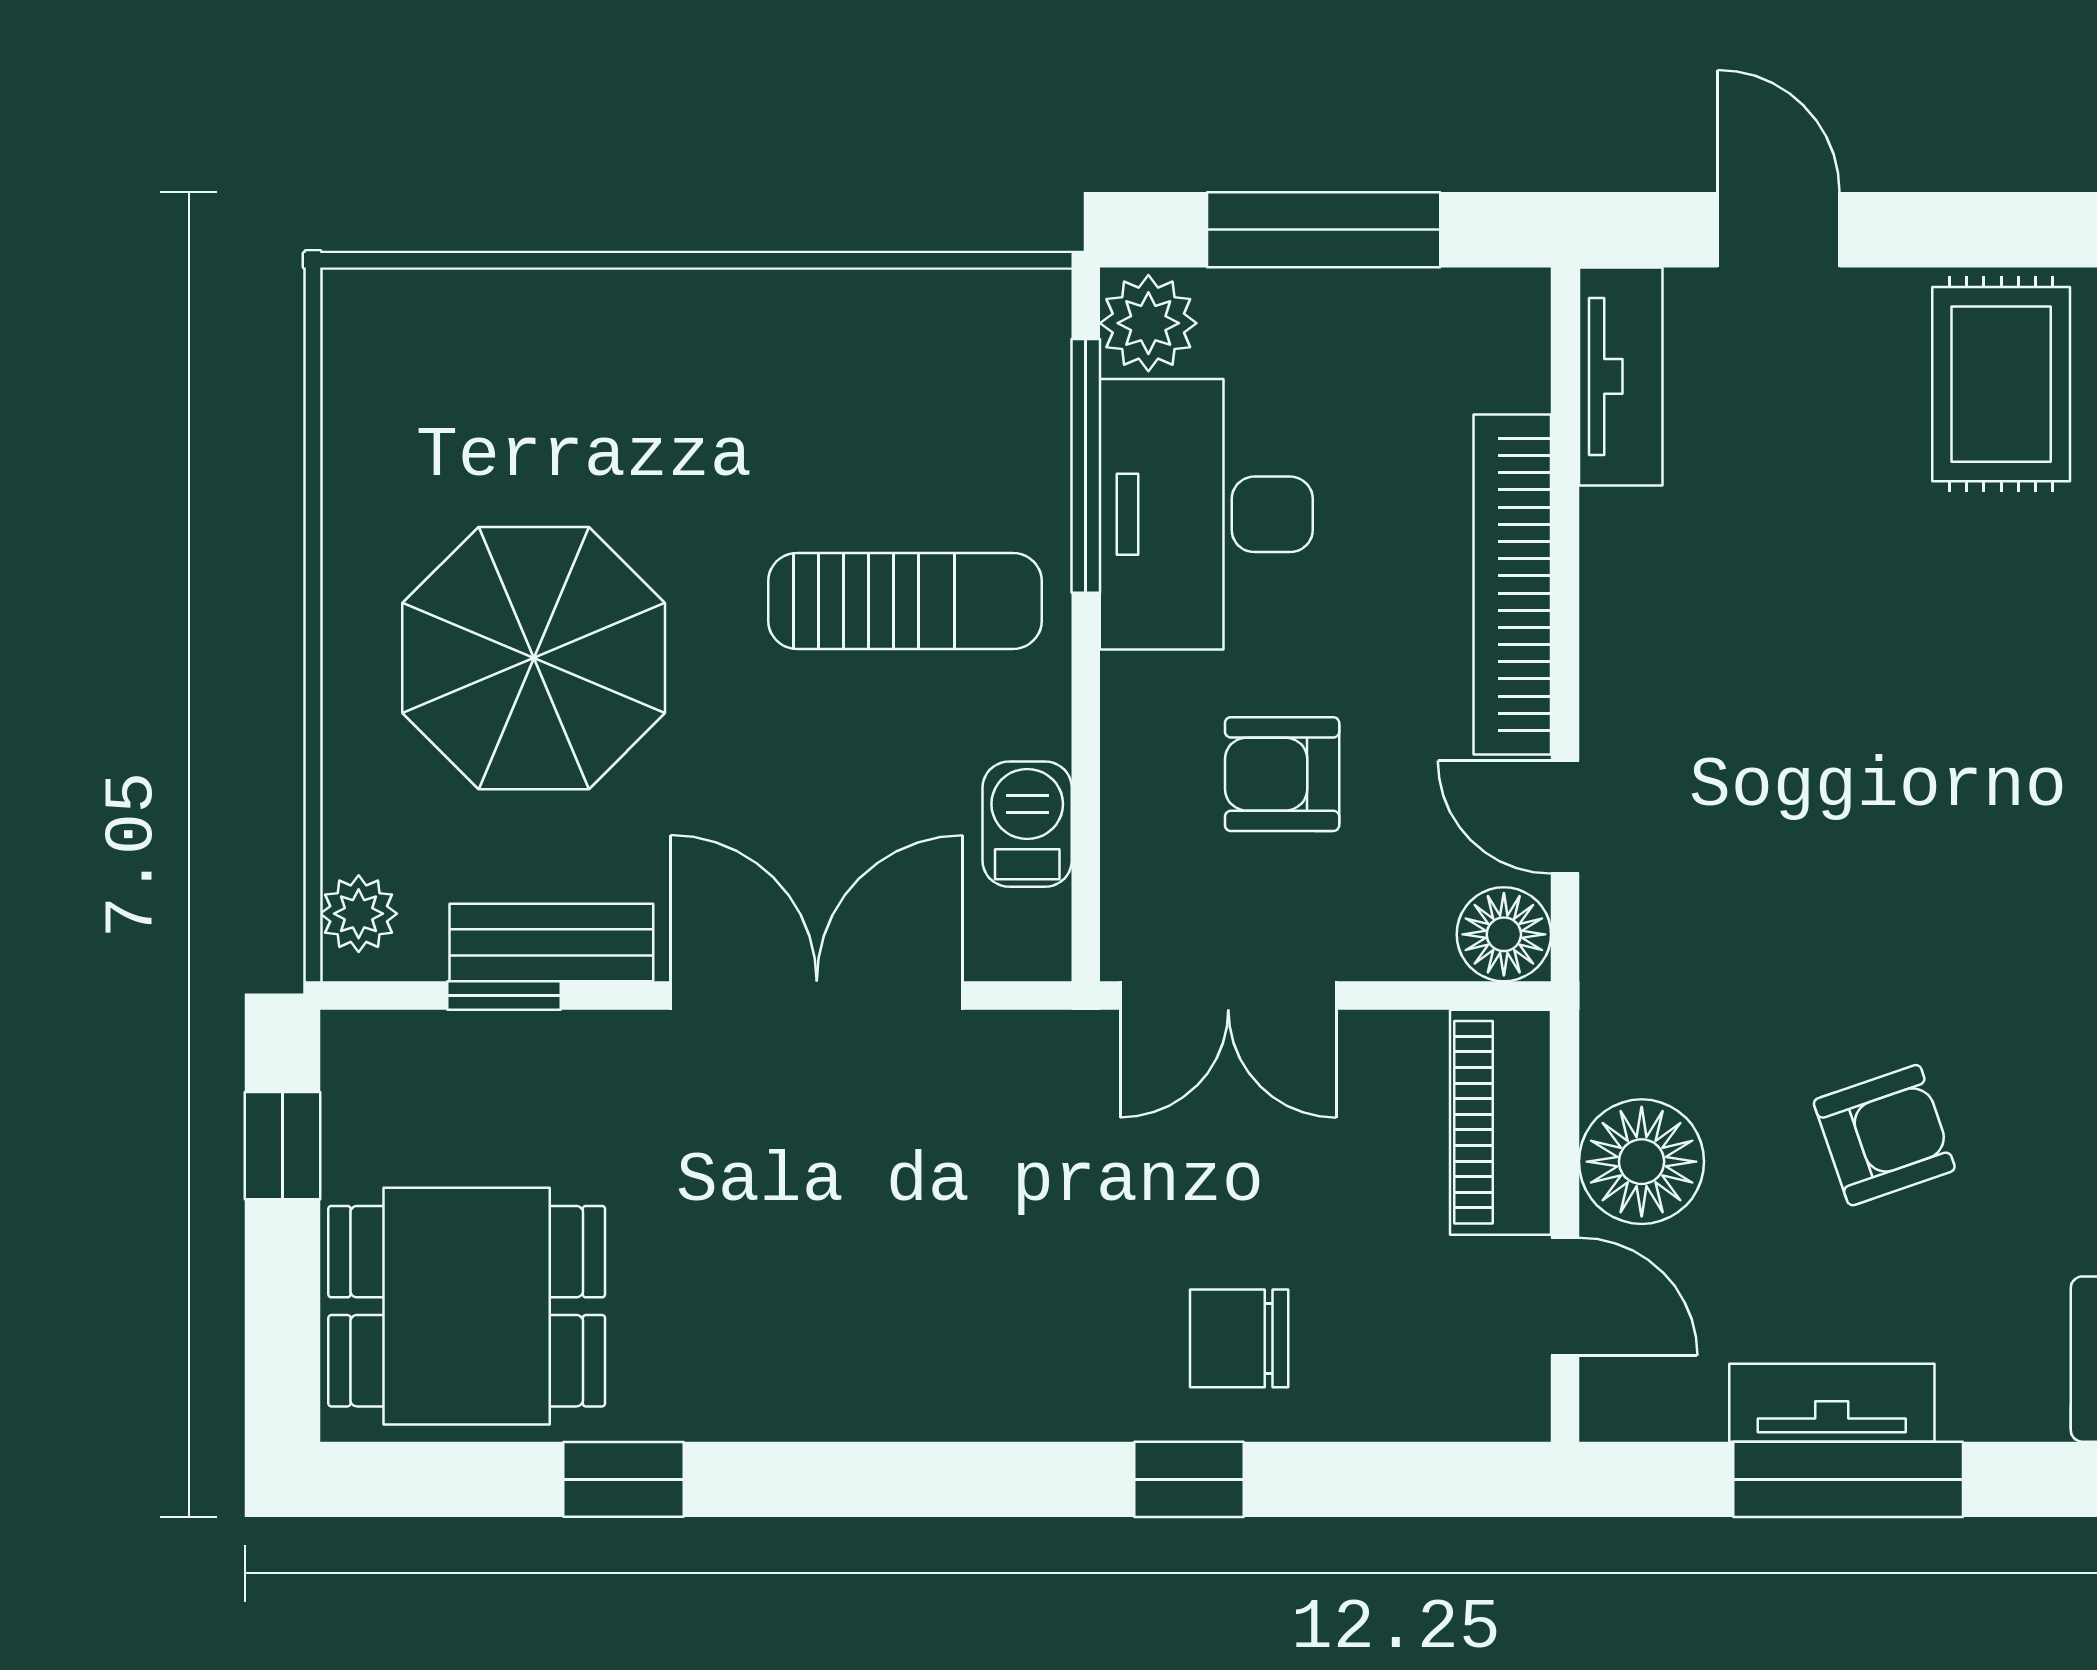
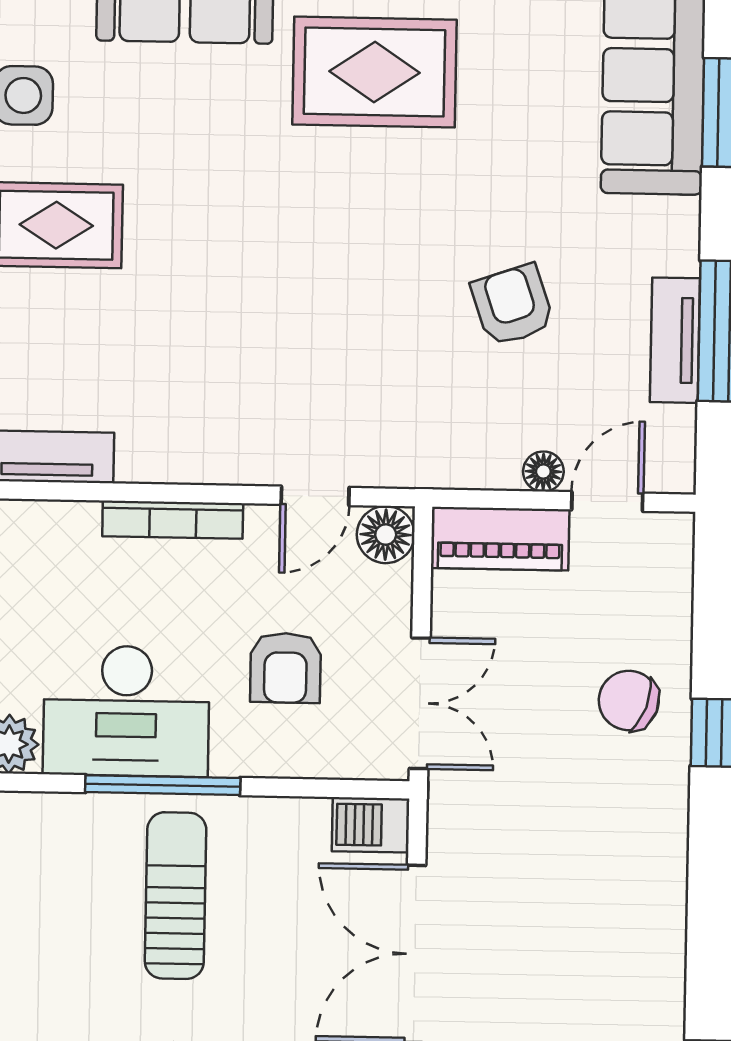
window: (1086, 466) -> (163, 785), moved
bookcase: (1512, 584) -> (173, 520), width x0.68, depth x0.76
barbecue: (1027, 824) -> (371, 825), moved
floor lamp: (1642, 1162) -> (543, 472), width x0.53, depth x0.53
chair: (1239, 1338) -> (629, 701), turned 110

